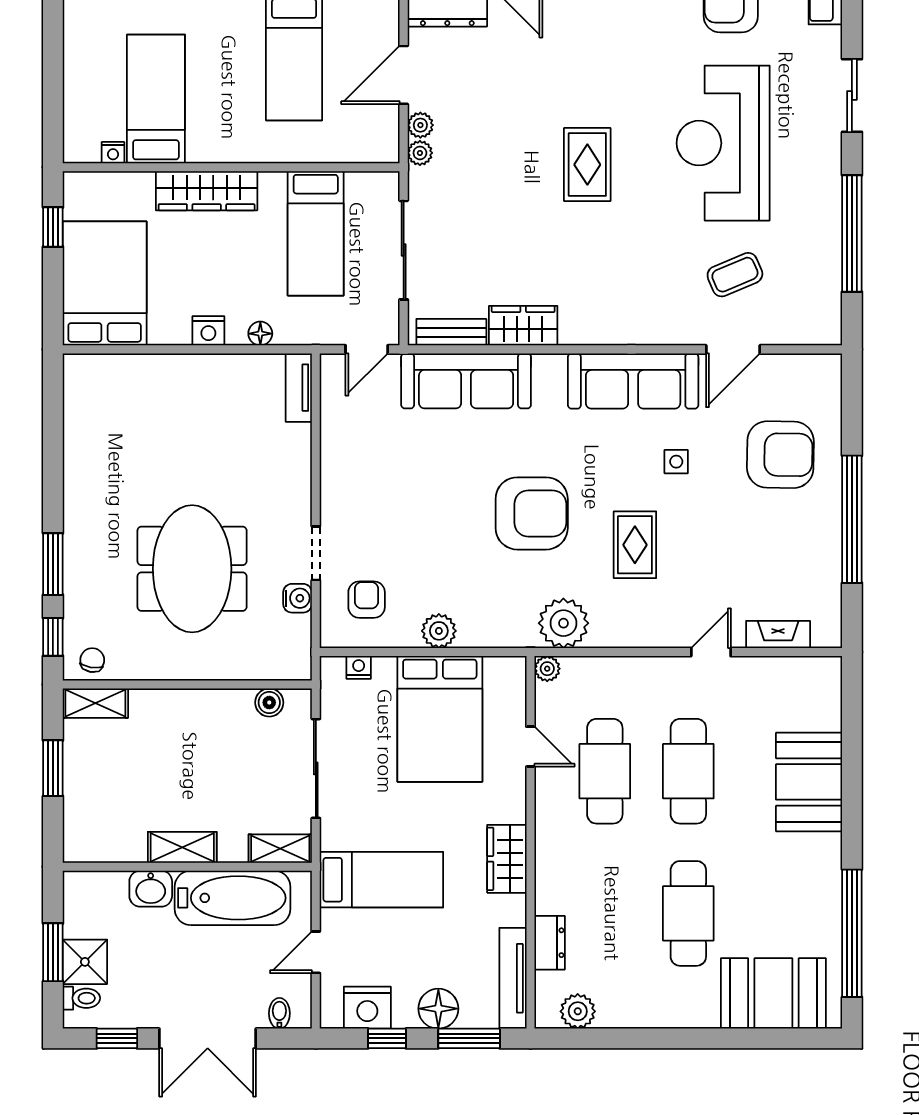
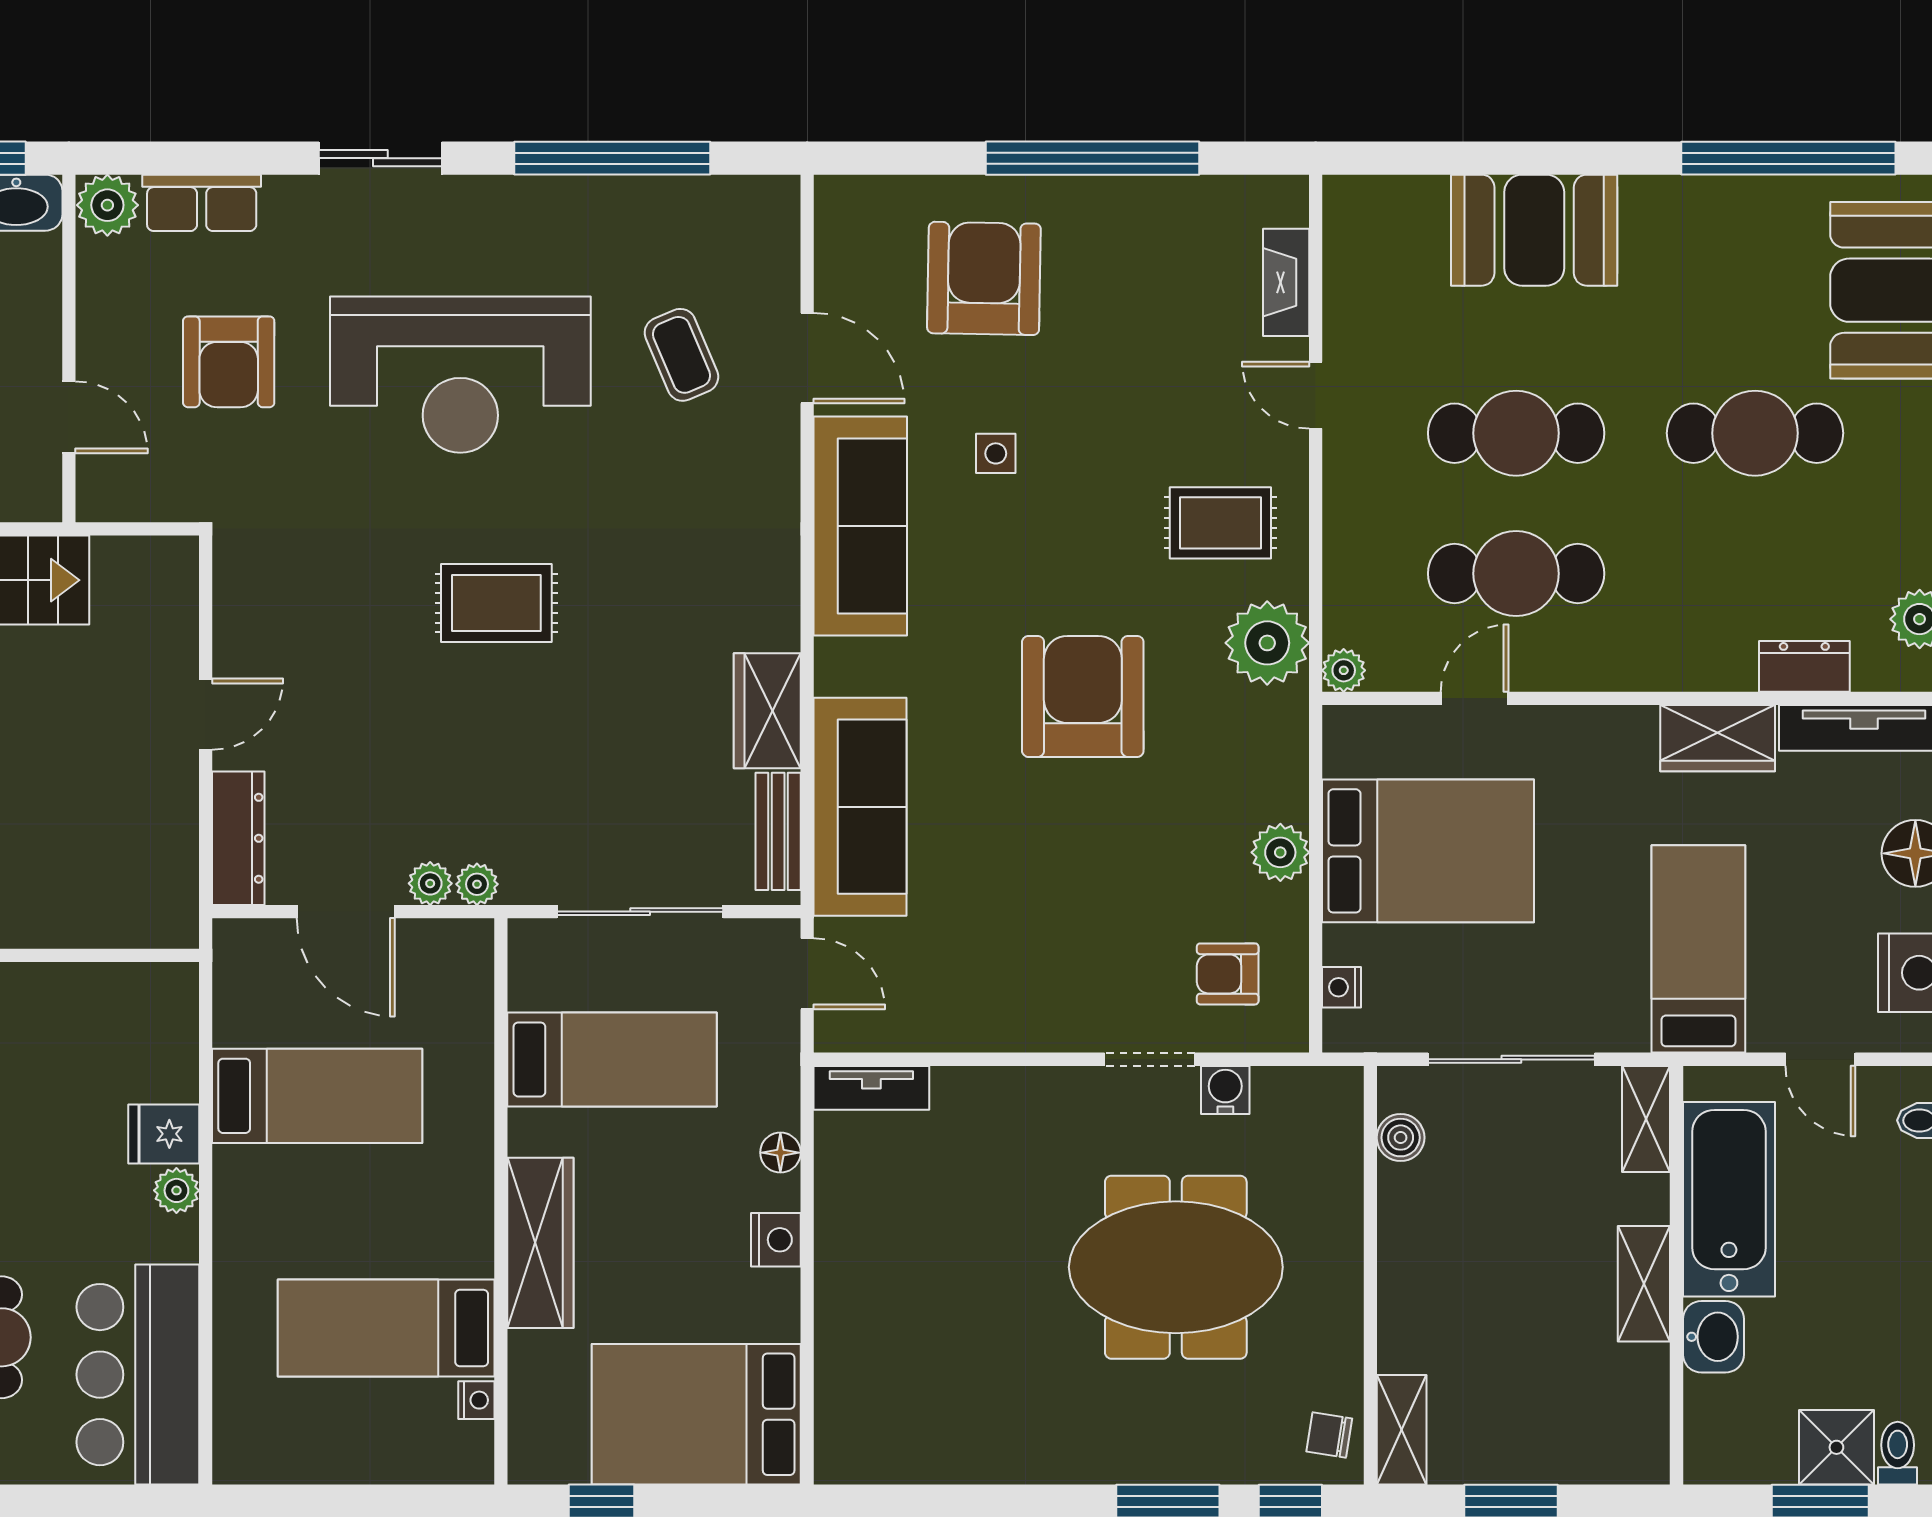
rug: (635, 545) -> (1220, 523), moved
wardrobe: (507, 859) -> (1718, 738), moved

